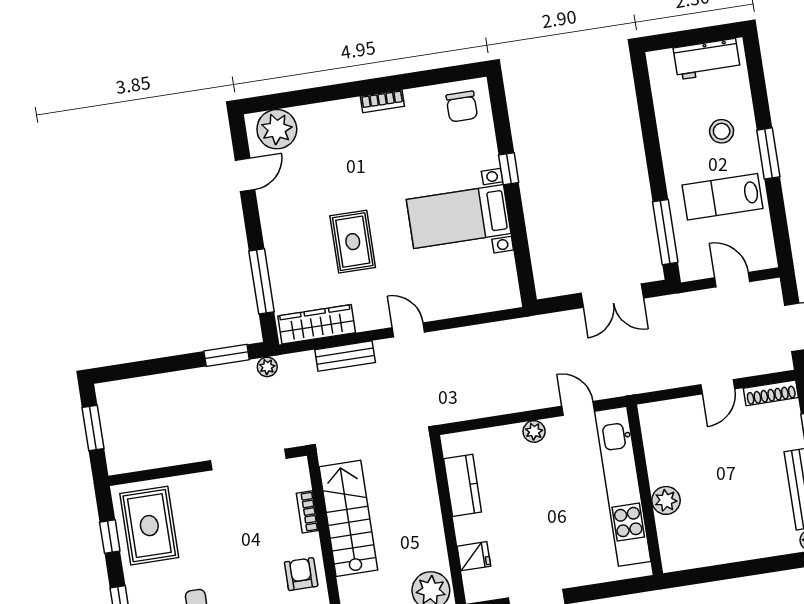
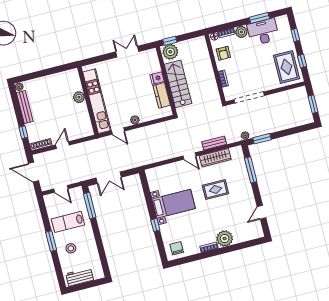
plant: (277, 129) -> (225, 238), moved
lab bench: (722, 197) -> (68, 222), turned 180
rug: (353, 242) -> (215, 189), turned 90
double door: (612, 296) -> (109, 178), swing flipped
wardrobe: (317, 324) -> (215, 158), moved
stairs: (348, 518) -> (178, 84), moved, turned 180
fridge: (474, 556) -> (157, 78), moved

